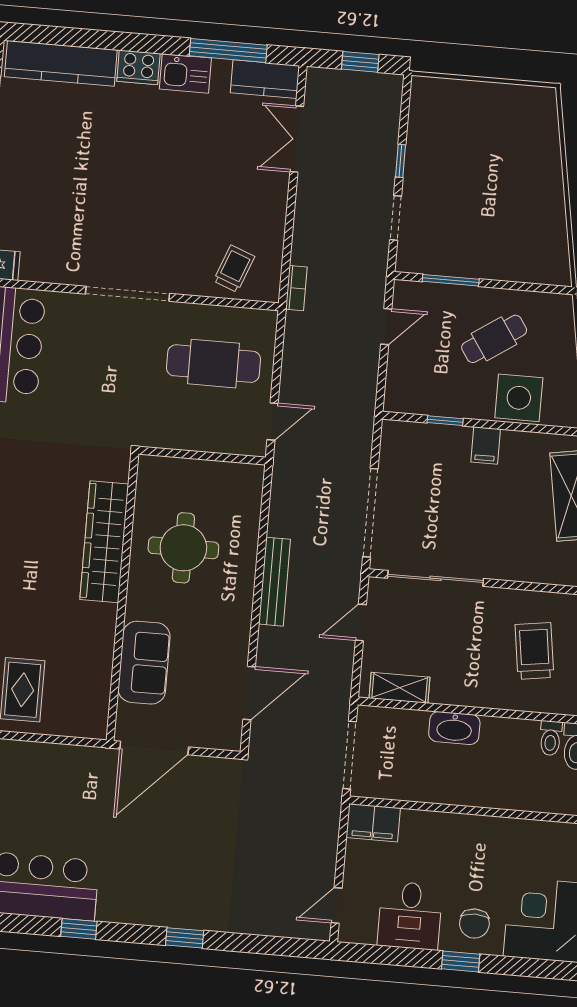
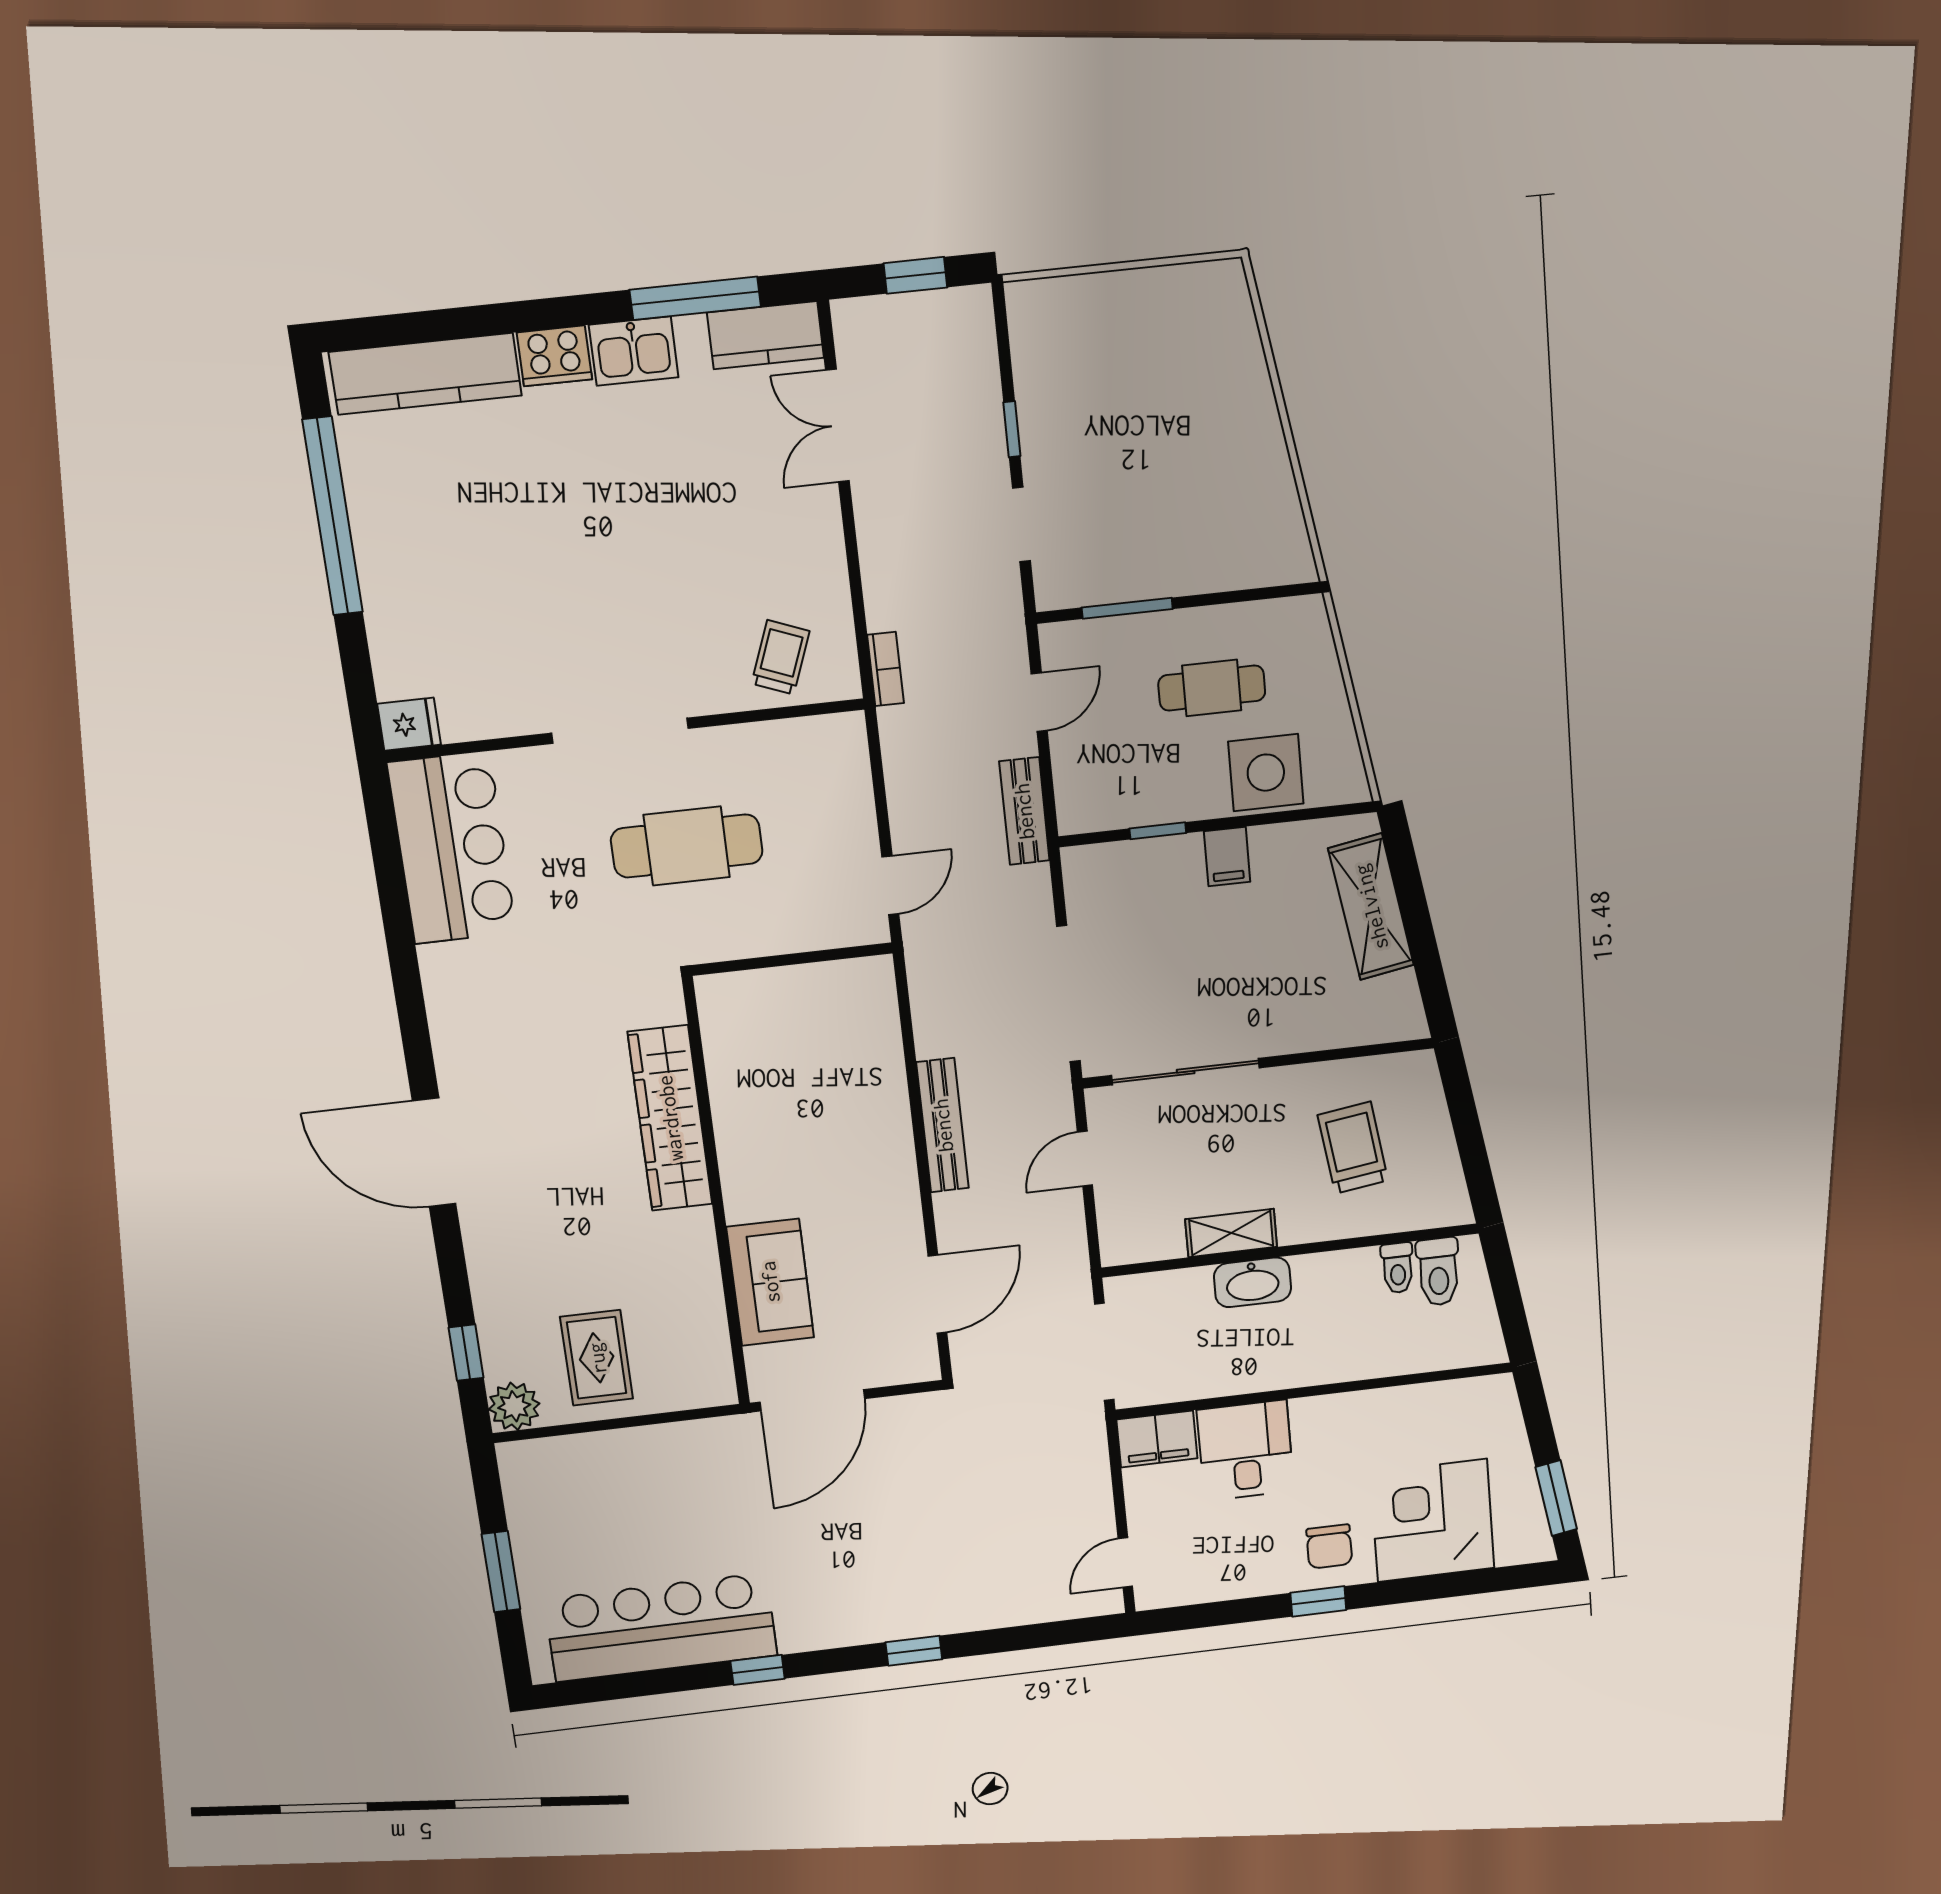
cafe table: (494, 339) -> (1212, 688), turned 34
cafe table: (214, 364) -> (687, 846), moved
bench: (365, 392) -> (1024, 811), added
round table: (183, 548) -> (793, 1103), removed
shelving: (400, 688) -> (1231, 1233), moved
desk: (410, 916) -> (1246, 1450), moved, turned 180

